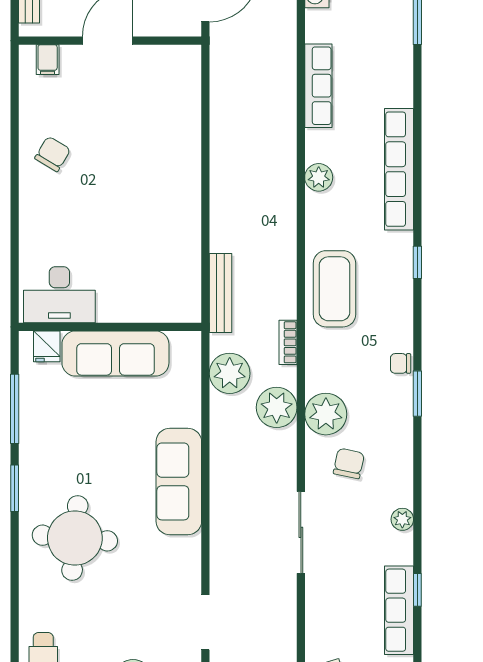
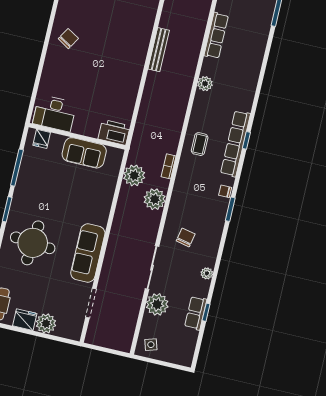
row of seats: (399, 169) -> (235, 144), moved
coffee table: (334, 289) -> (200, 144), width x0.54, depth x0.58
bench: (220, 293) -> (159, 50), moved
printer: (175, 304) -> (114, 132), added
sofa: (115, 353) -> (84, 153), width x0.73
plant: (326, 414) -> (157, 304), moved
sofa: (179, 481) -> (88, 253), moved
row of seats: (399, 610) -> (196, 313), width x0.68

